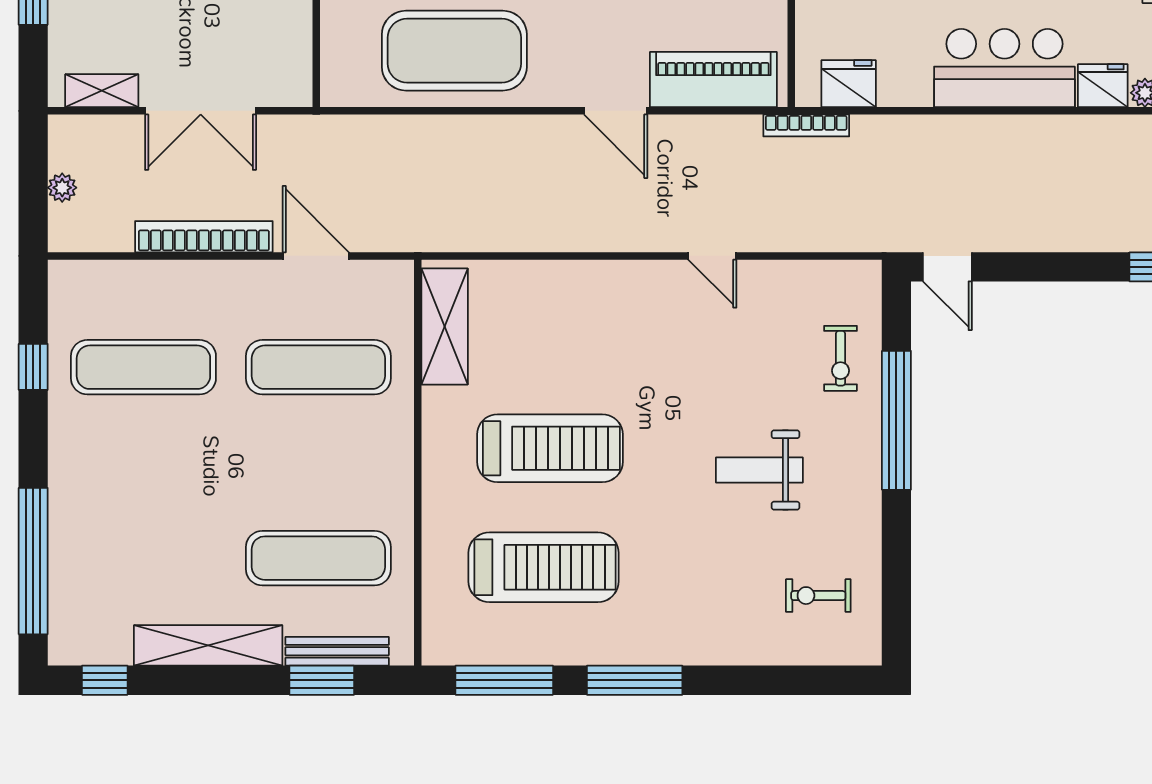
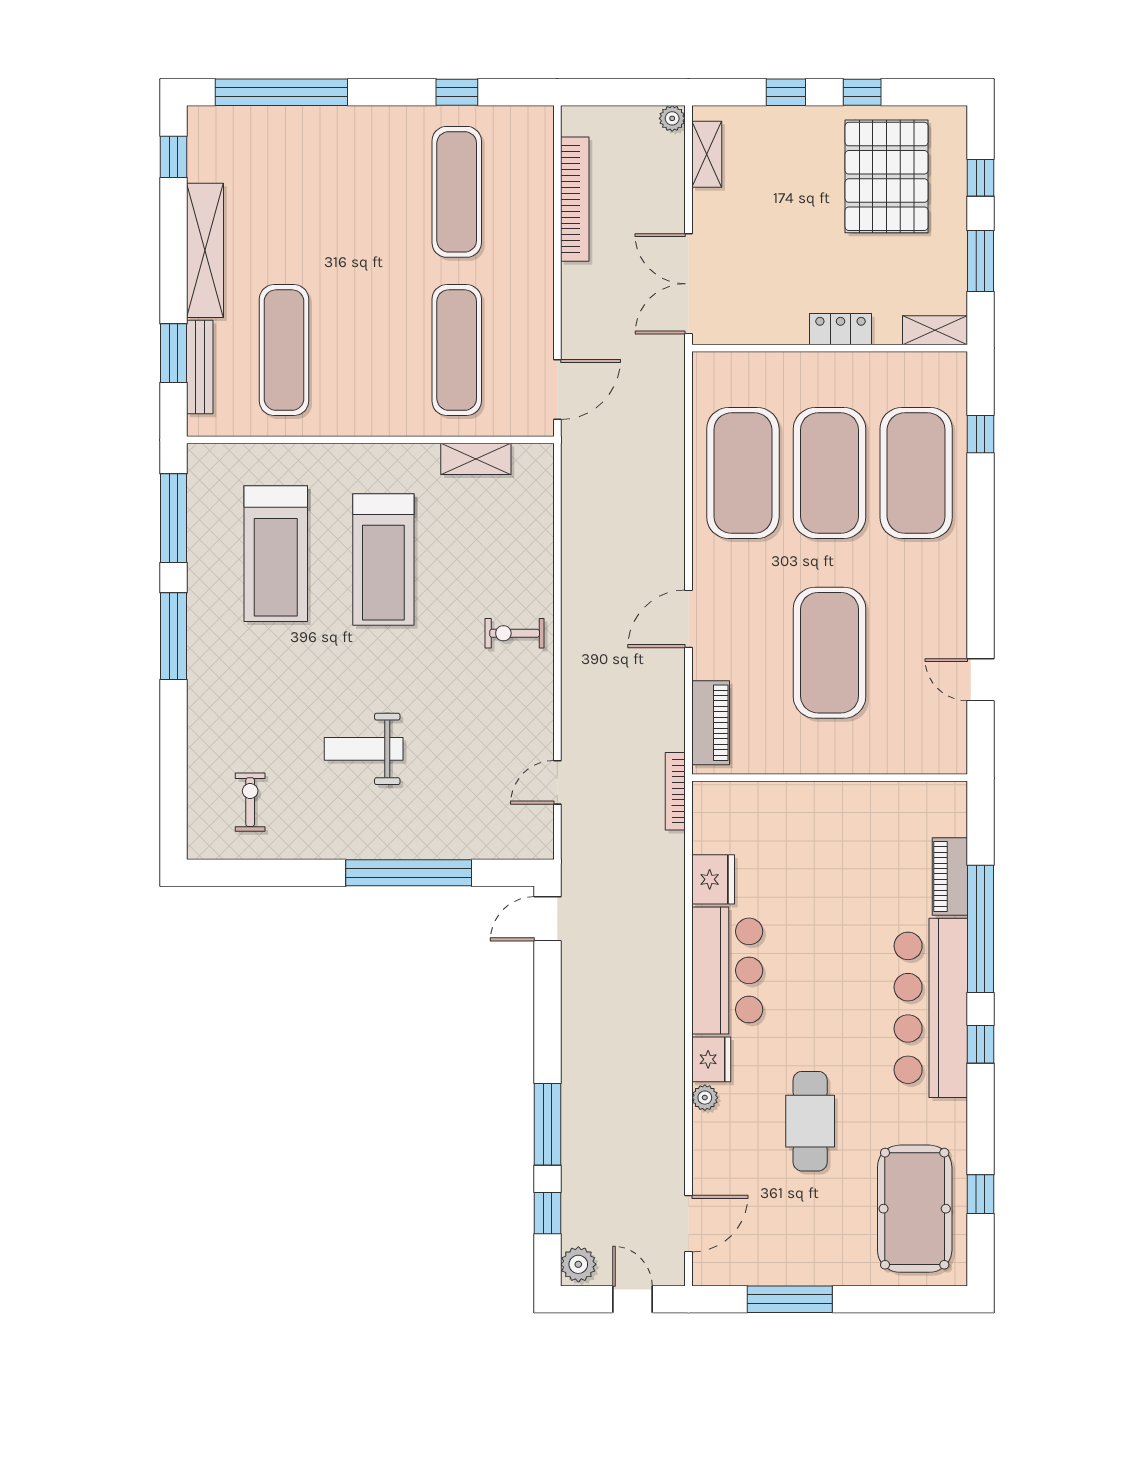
piano: (713, 80) -> (711, 723), width x0.73, depth x0.75
fridge: (849, 84) -> (713, 879), moved
double door: (201, 111) -> (688, 284), moved
plant: (62, 188) -> (672, 118), moved
bookcase: (204, 237) -> (575, 199), moved
door: (316, 256) -> (557, 389), moved
door: (712, 256) -> (557, 782), moved
shelving: (445, 326) -> (476, 459), width x0.67, depth x0.75
exercise bike: (841, 358) -> (515, 633), moved
weight bench: (759, 470) -> (364, 749), turned -90

